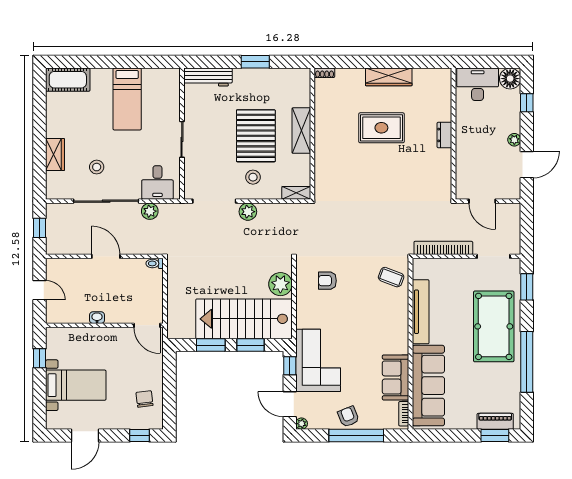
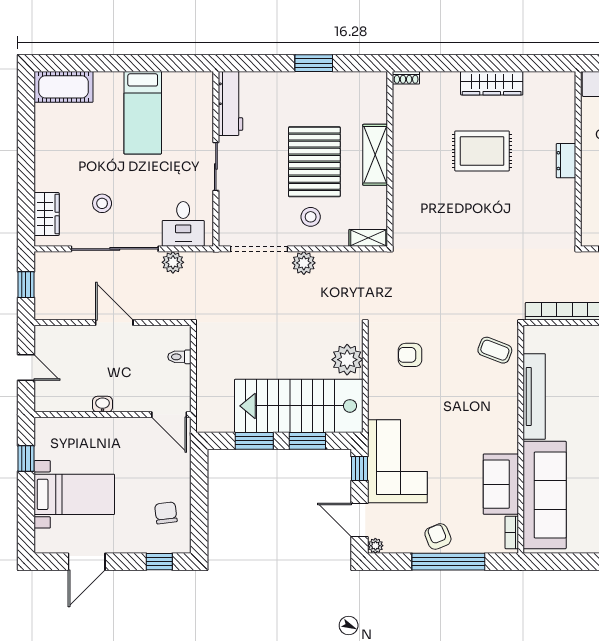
workbench: (208, 77) -> (230, 103), moved, turned -90
wardrobe: (55, 155) -> (47, 214), moved
toilet: (155, 263) -> (179, 357), moved

